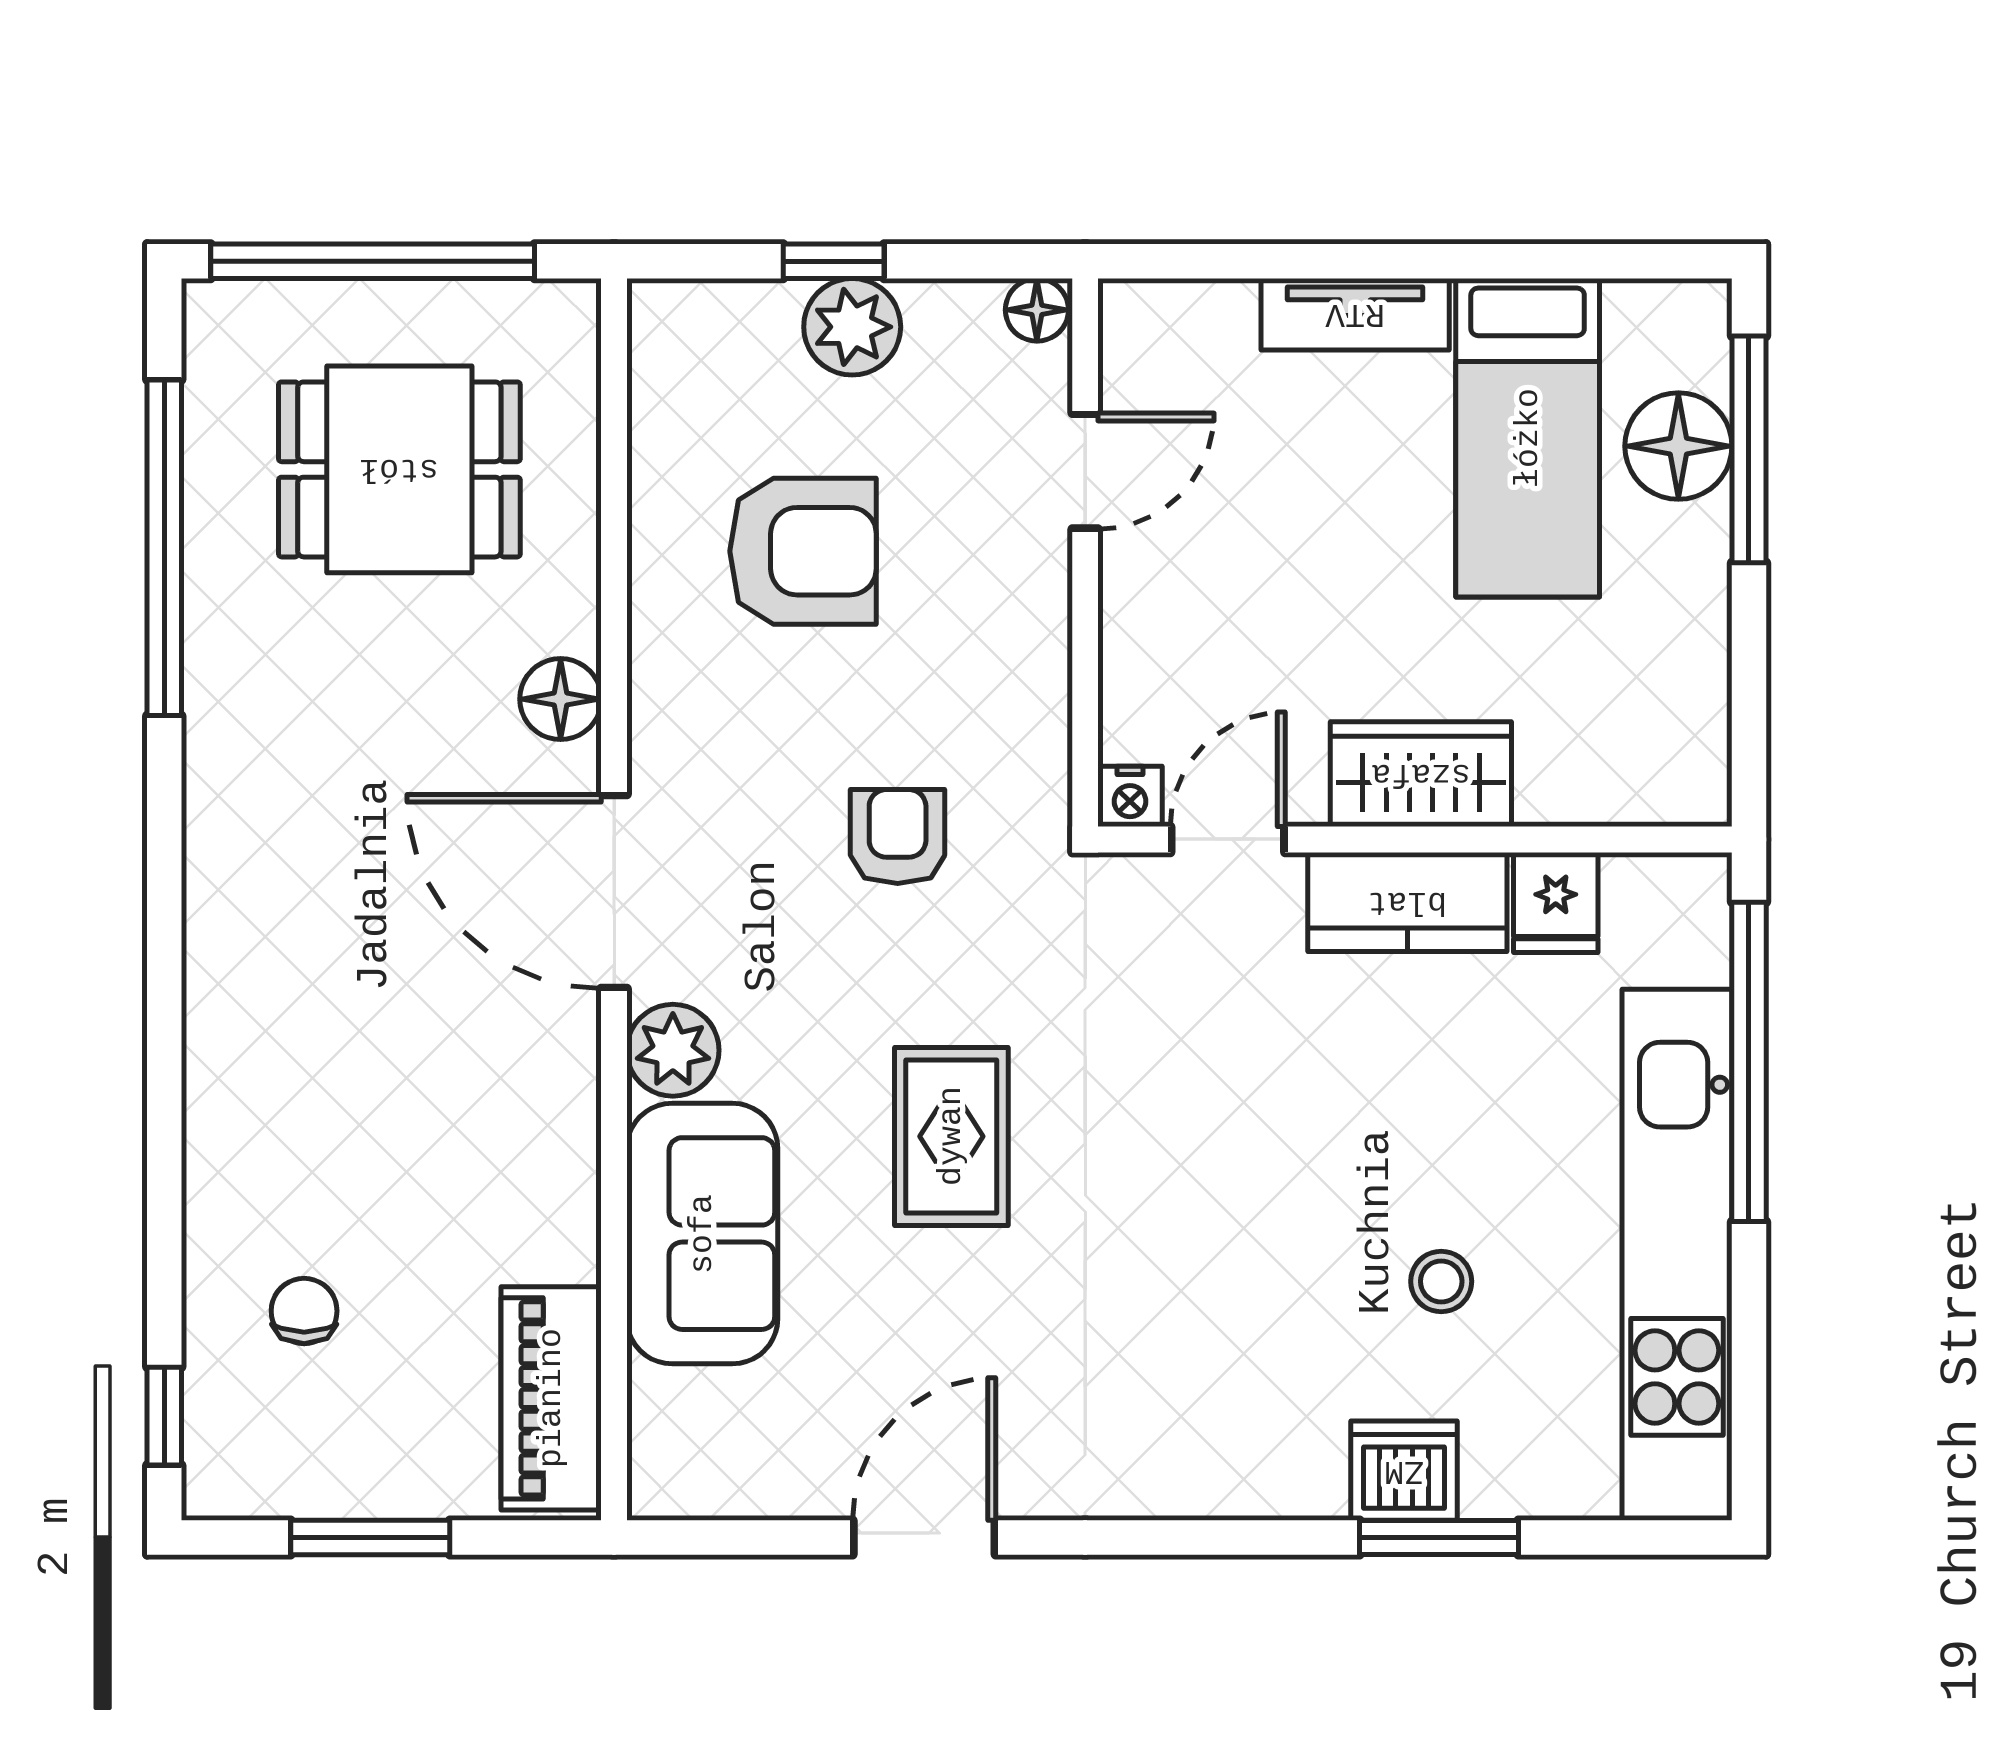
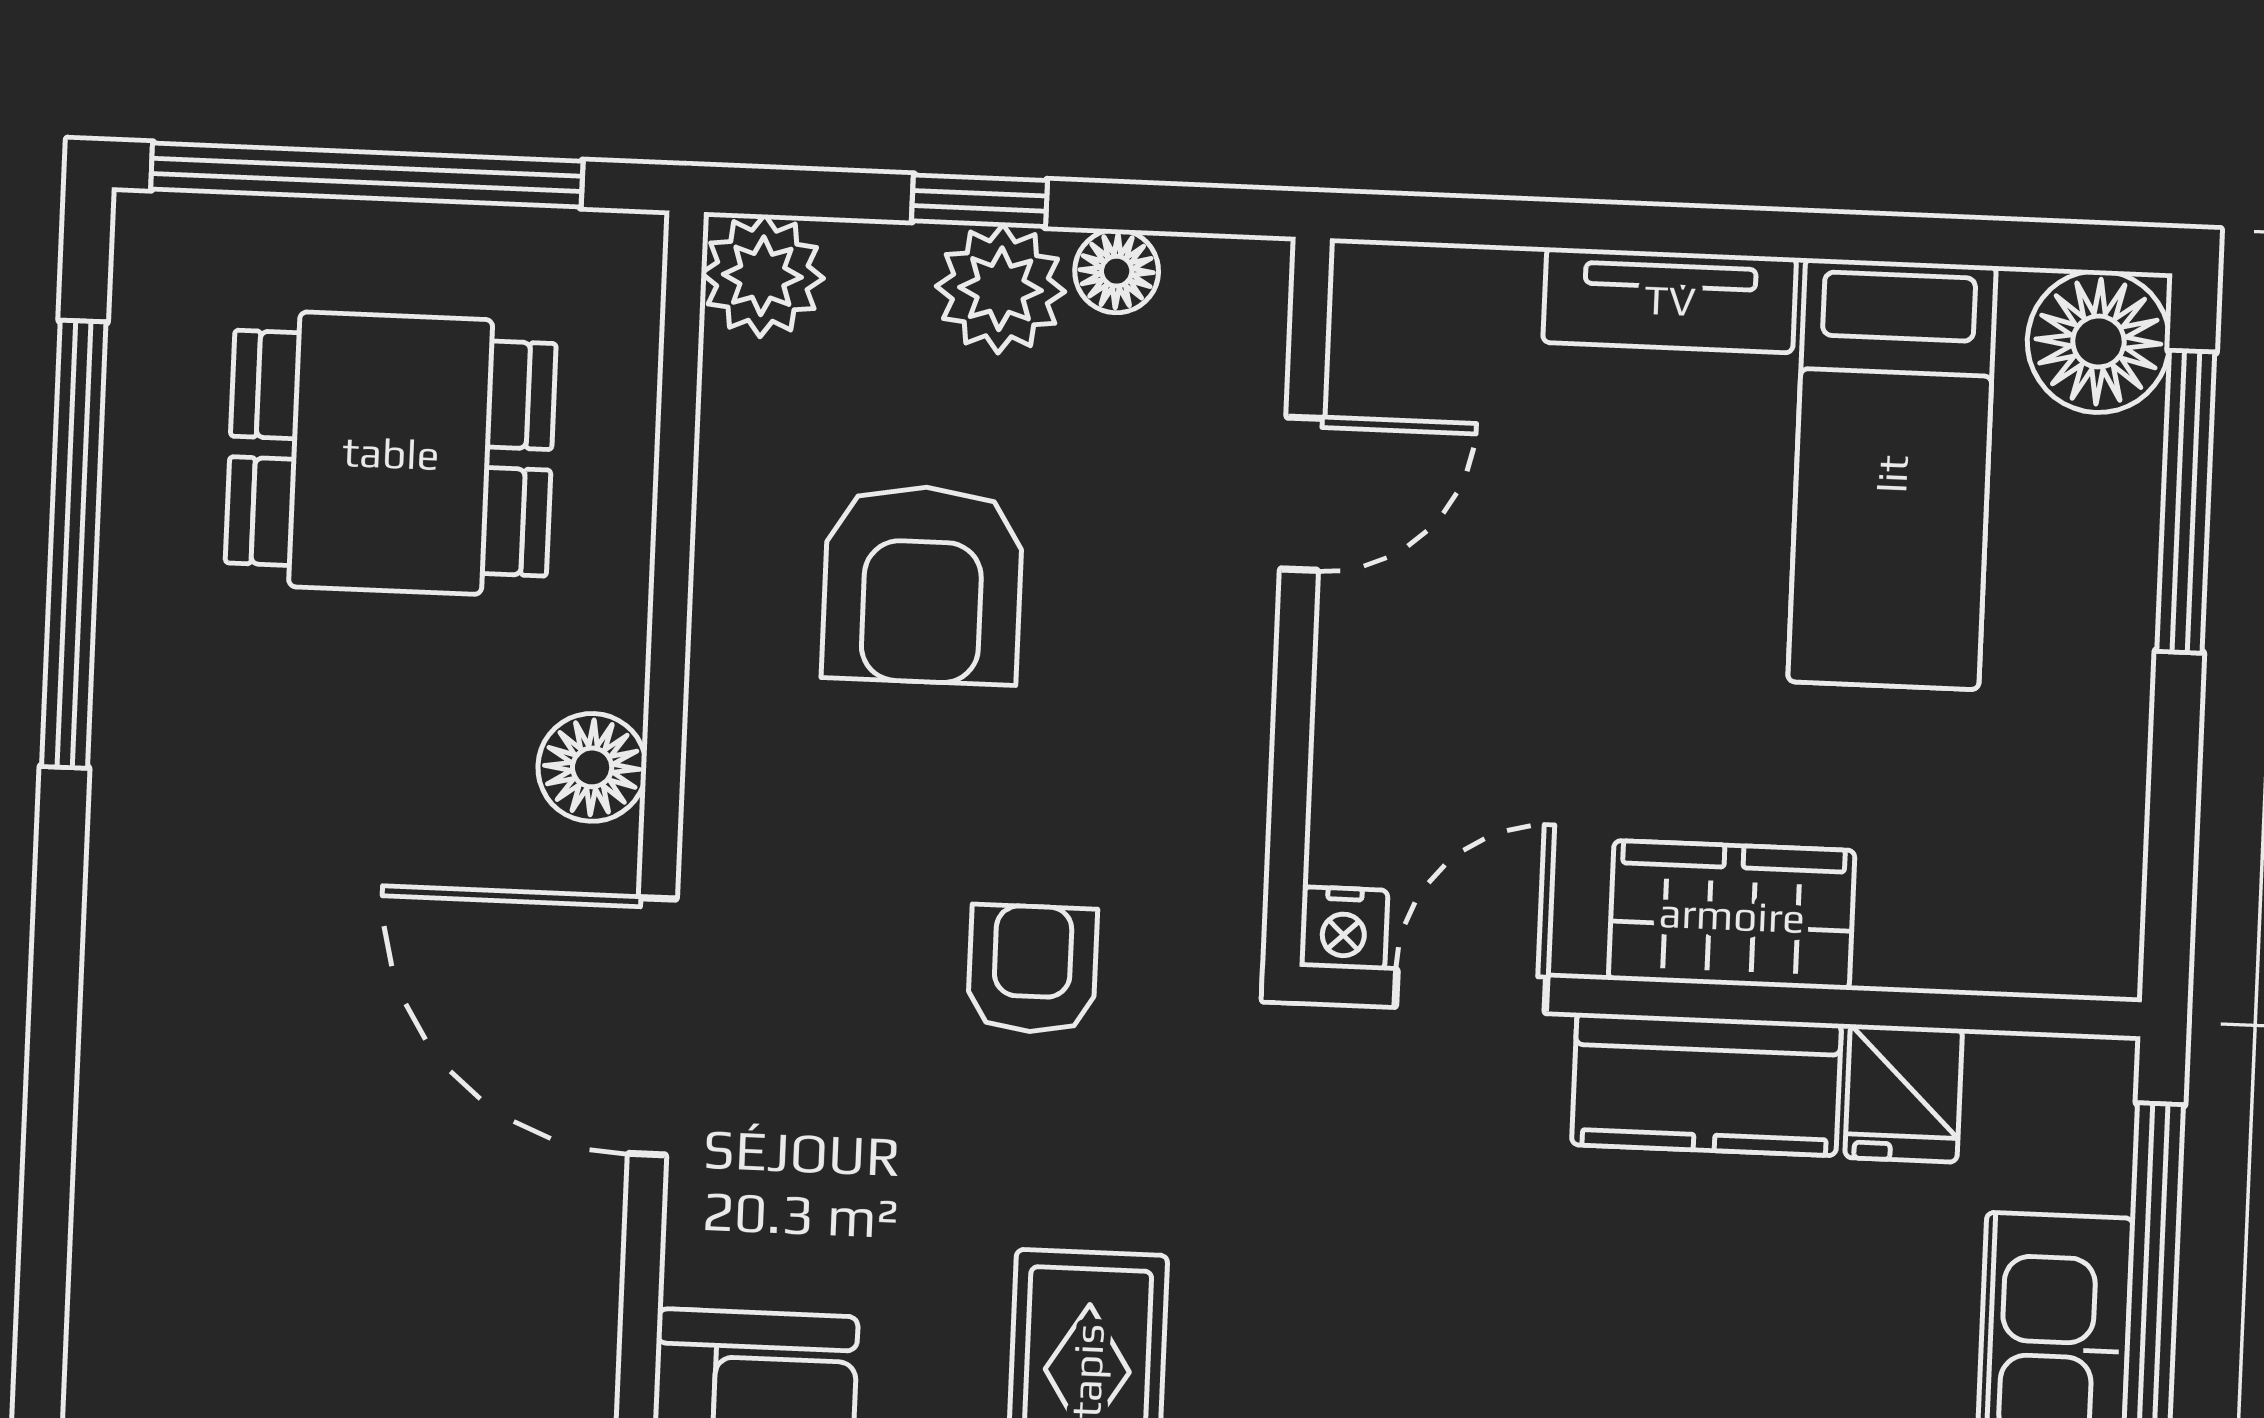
floor lamp: (1037, 310) -> (1117, 271), moved
floor lamp: (1678, 446) -> (2098, 342), moved
armchair: (803, 551) -> (922, 584), turned 90
plant: (673, 1050) -> (762, 276), moved

